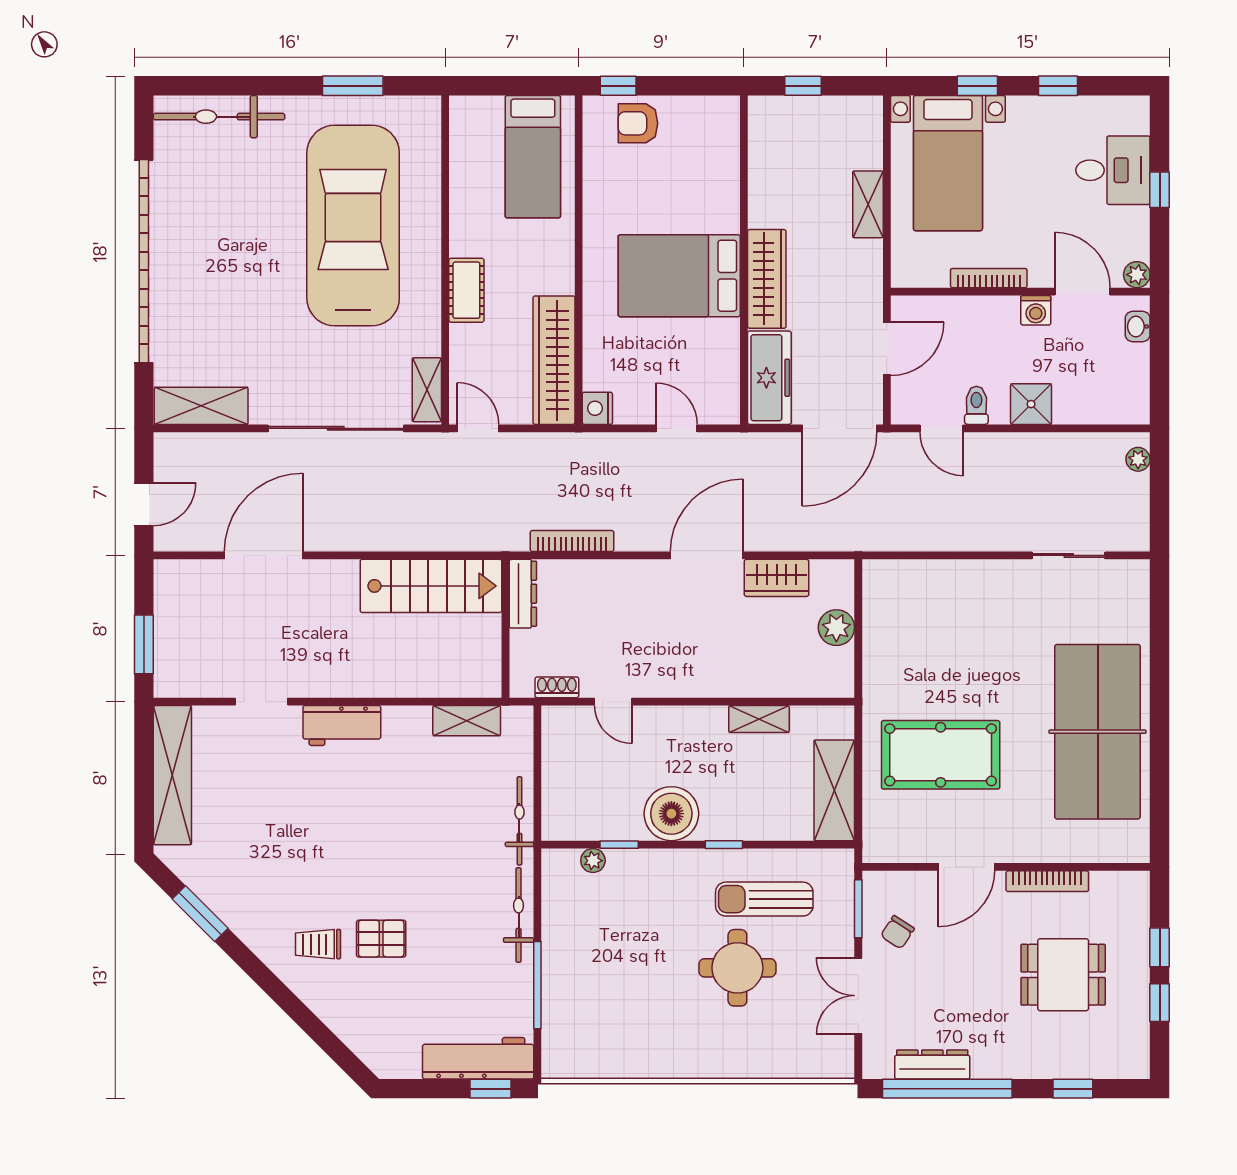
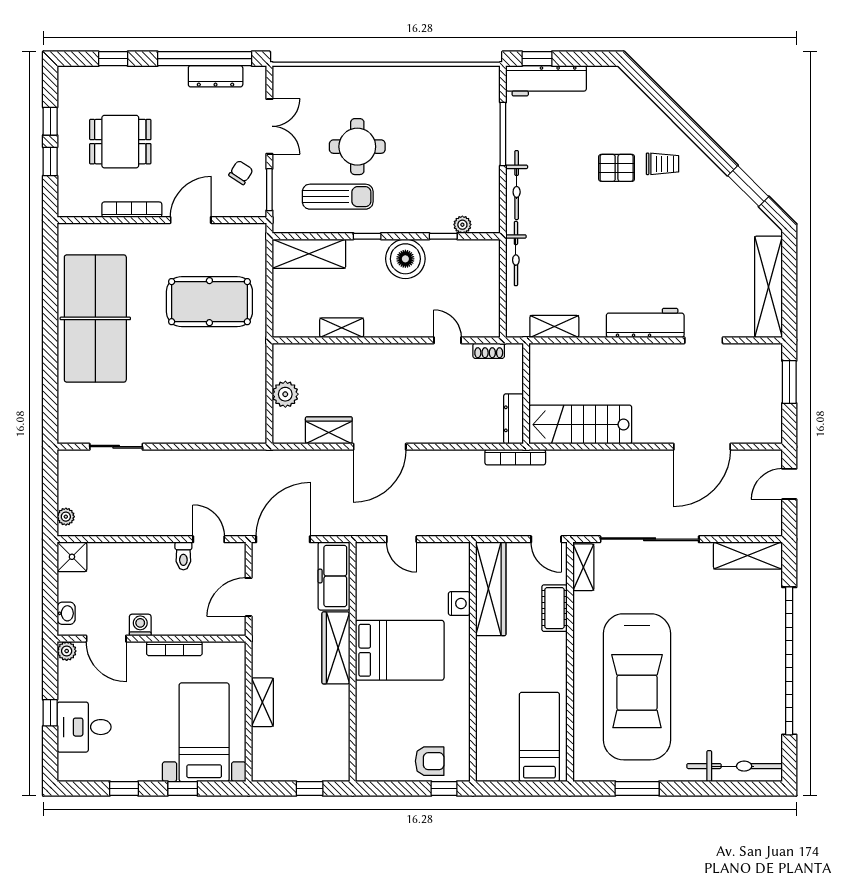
bed: (533, 157) -> (539, 737), moved
cot: (466, 290) -> (555, 608), moved
shower: (1031, 404) -> (72, 557), moved
nightstand: (597, 408) -> (459, 603), moved
bookcase: (572, 541) -> (515, 457), moved
workbench: (342, 725) -> (645, 323), width x1.38
shelving: (834, 790) -> (309, 254), moved, turned 90

